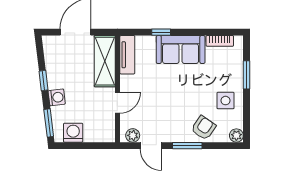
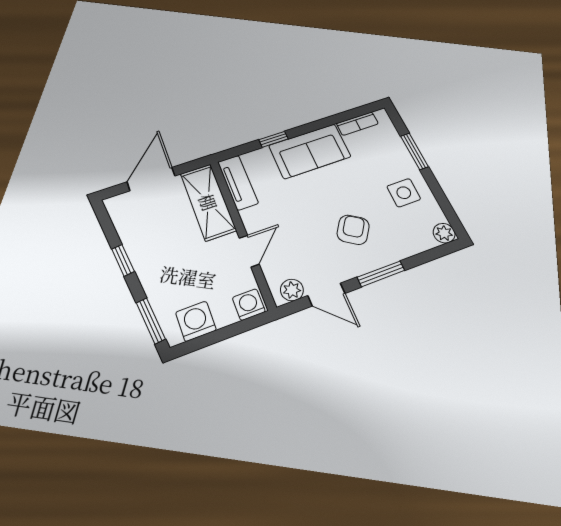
washing machine: (57, 97) -> (249, 305), moved, turned -83
armchair: (204, 128) -> (353, 230), moved

